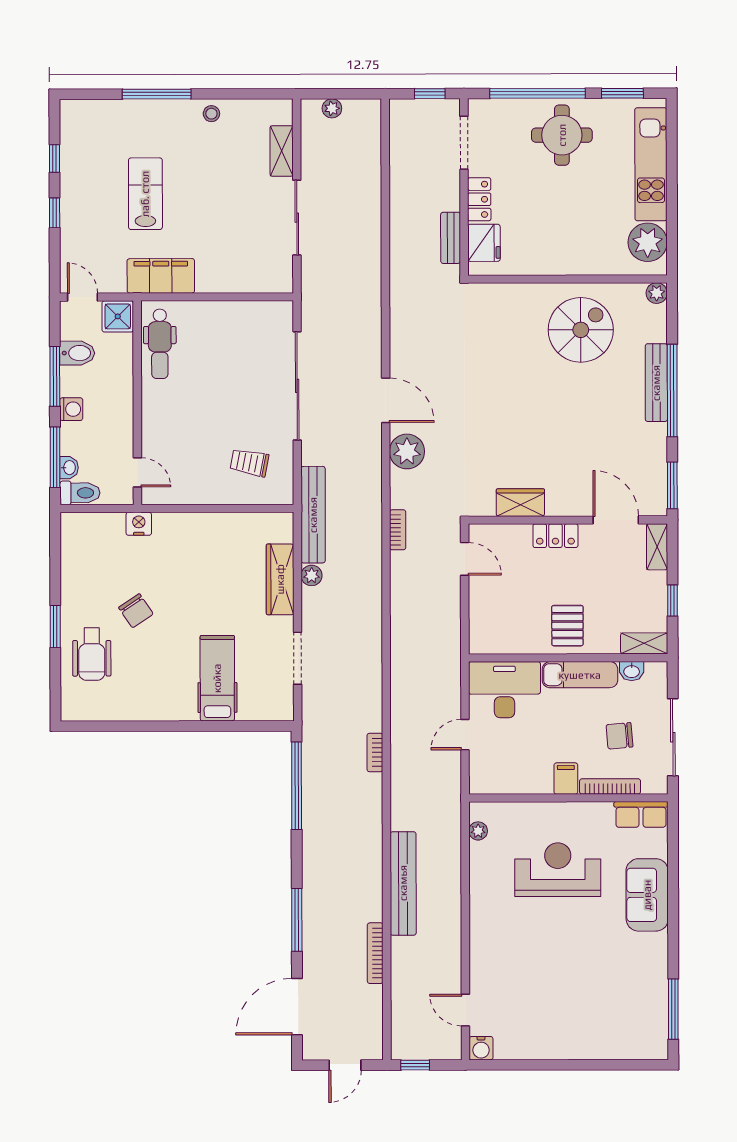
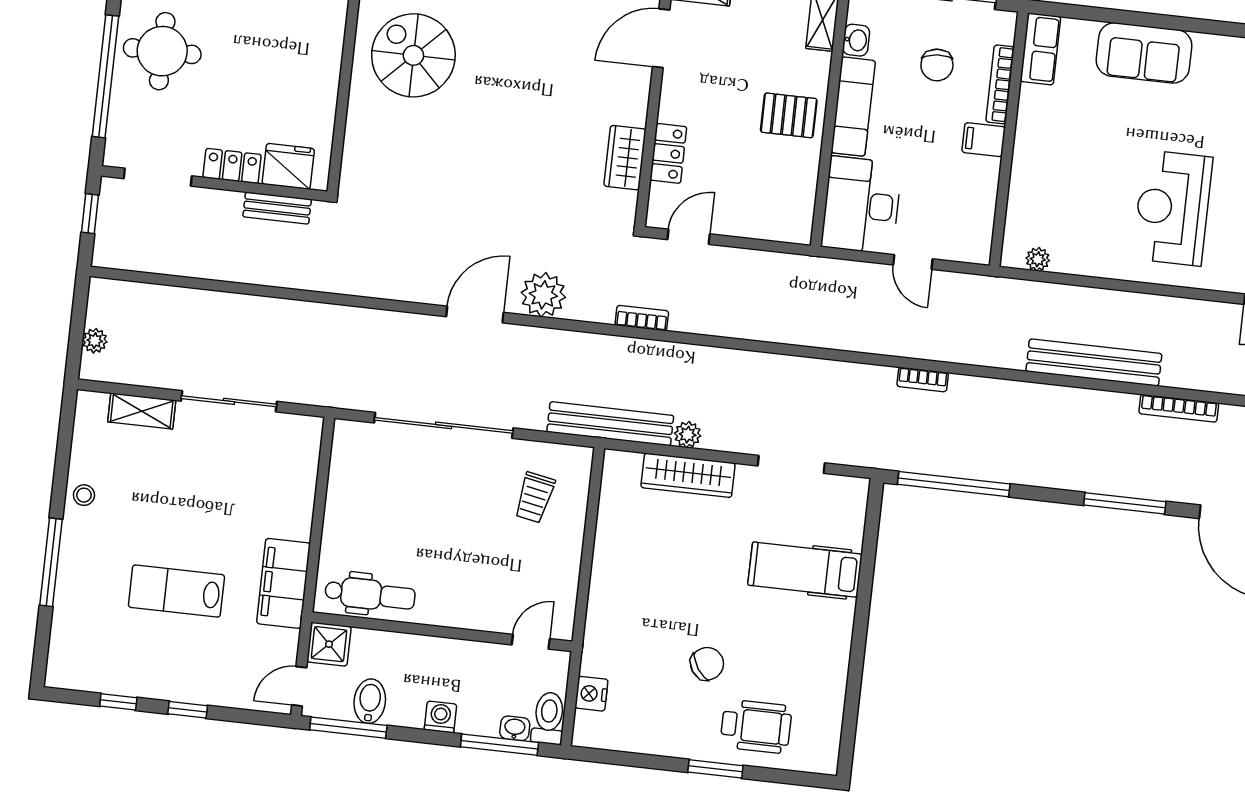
window: (55, 376) -> (348, 728), moved
nightstand: (139, 524) -> (591, 694), moved
locker: (555, 536) -> (668, 153), moved
reception desk: (558, 870) -> (1173, 208), moved

